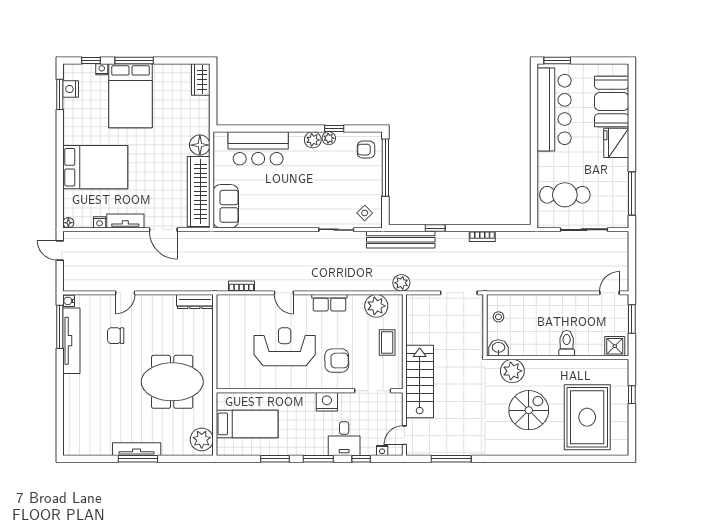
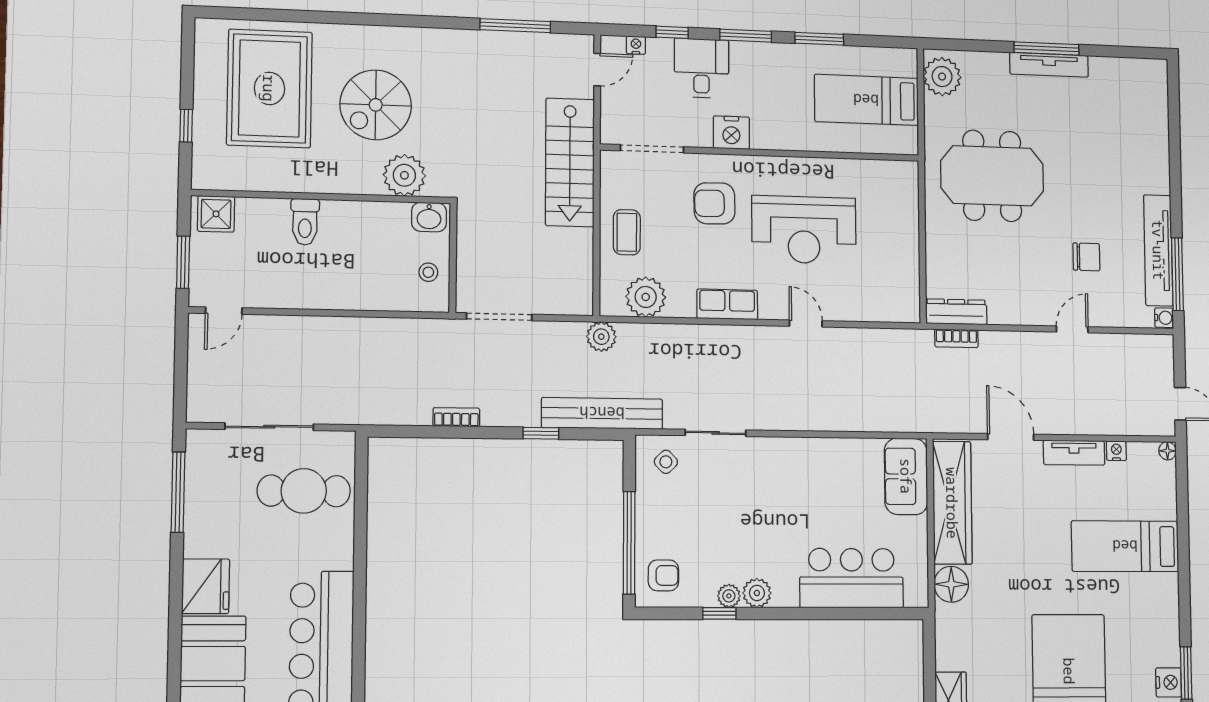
bed: (95, 167) -> (1125, 546), width x0.67
bookcase: (241, 286) -> (956, 338), moved

